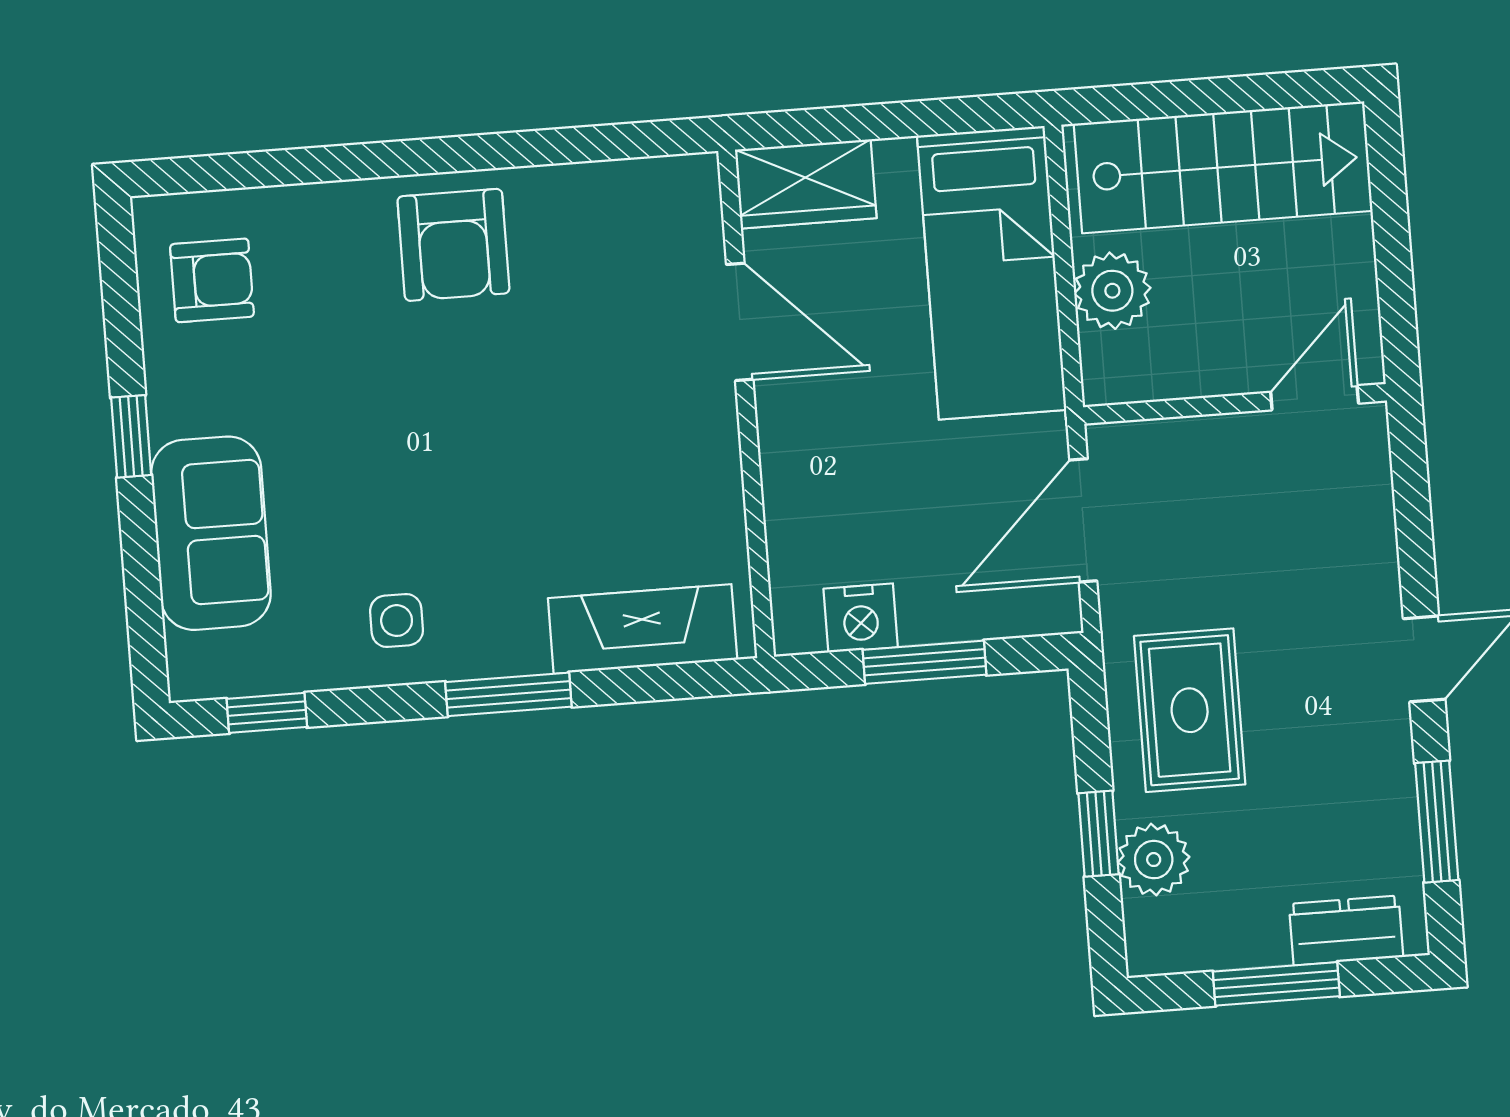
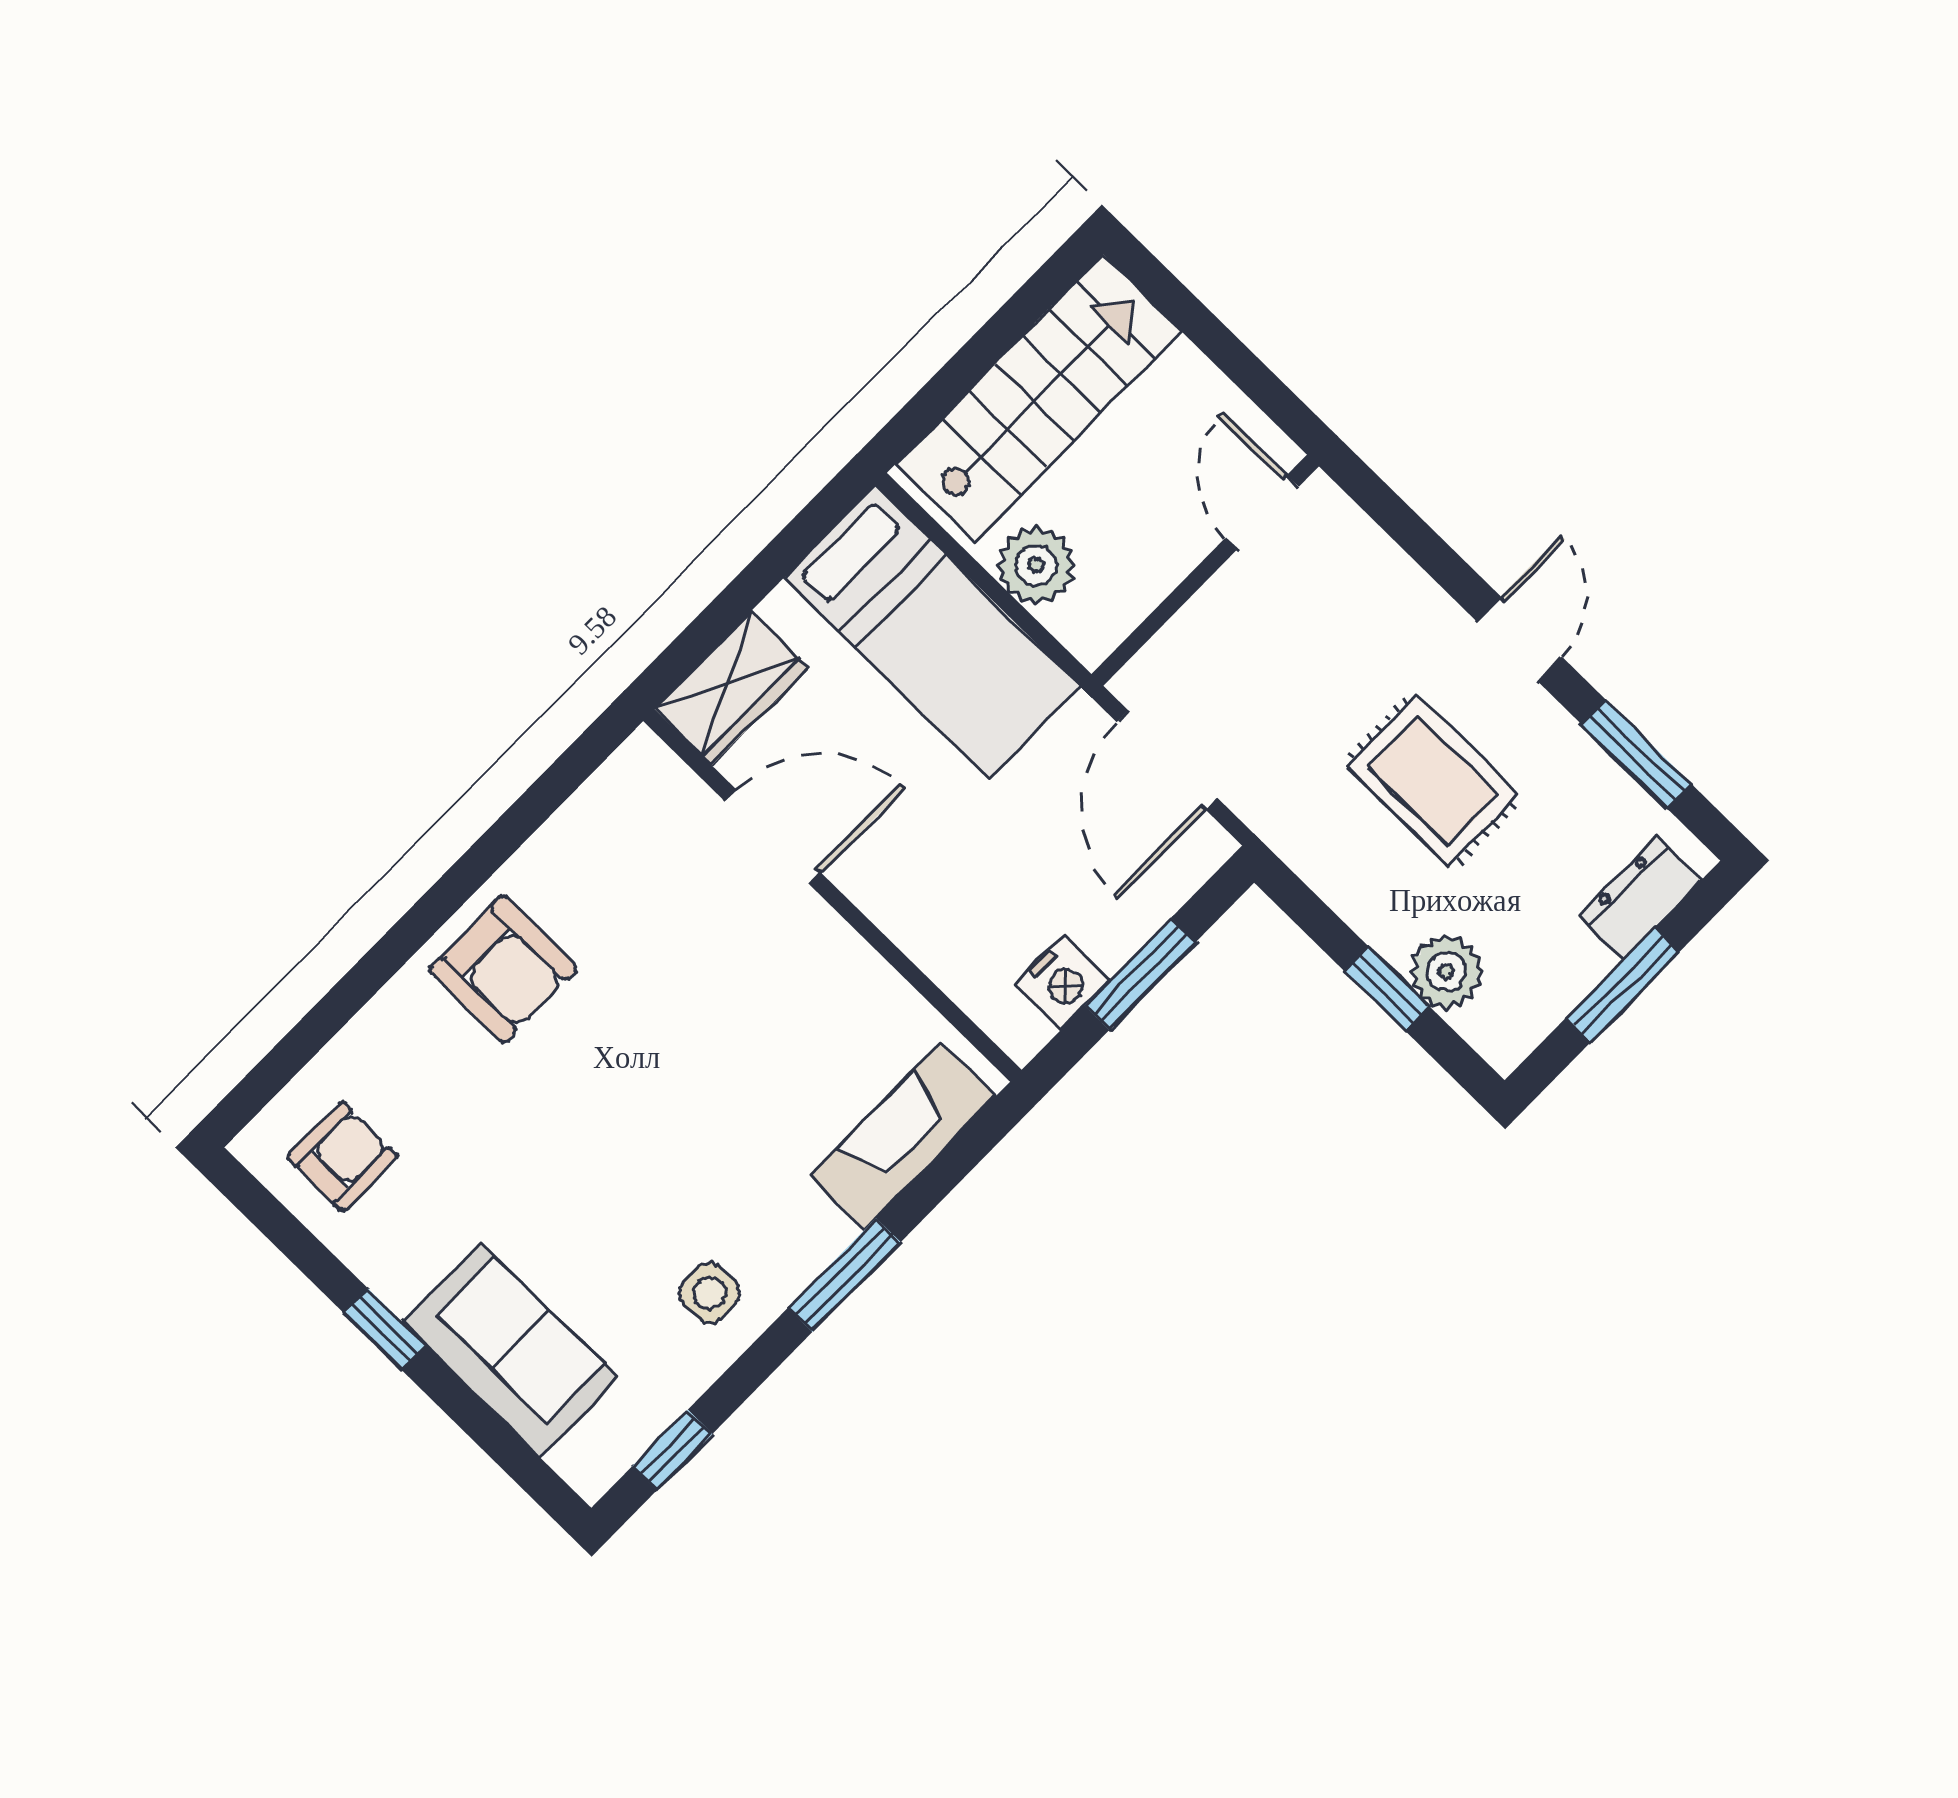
rug: (1190, 710) -> (1433, 781), moved

